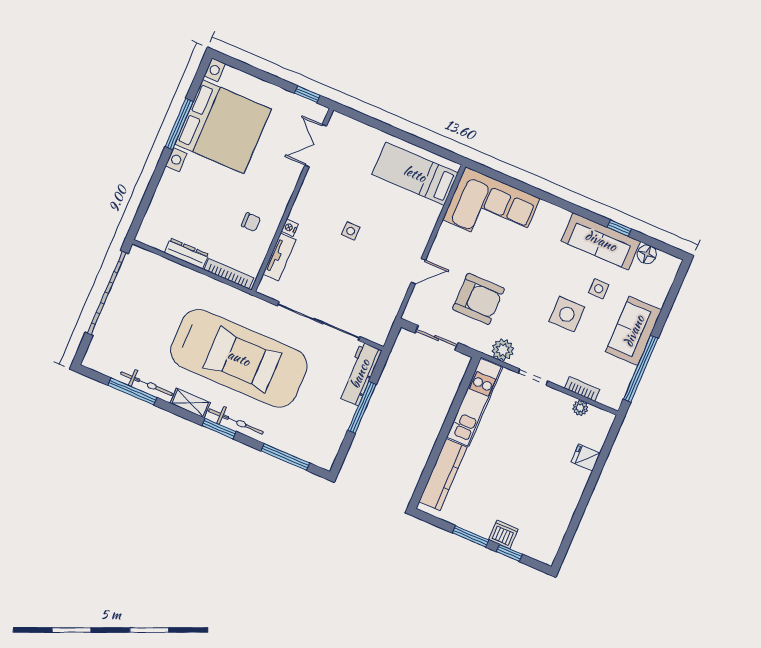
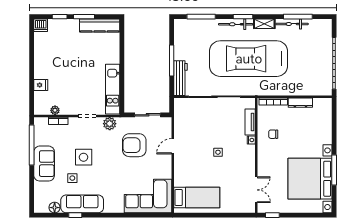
kitchen counter: (443, 475) -> (100, 26), moved, turned -90
dishwasher: (503, 534) -> (41, 25), moved

